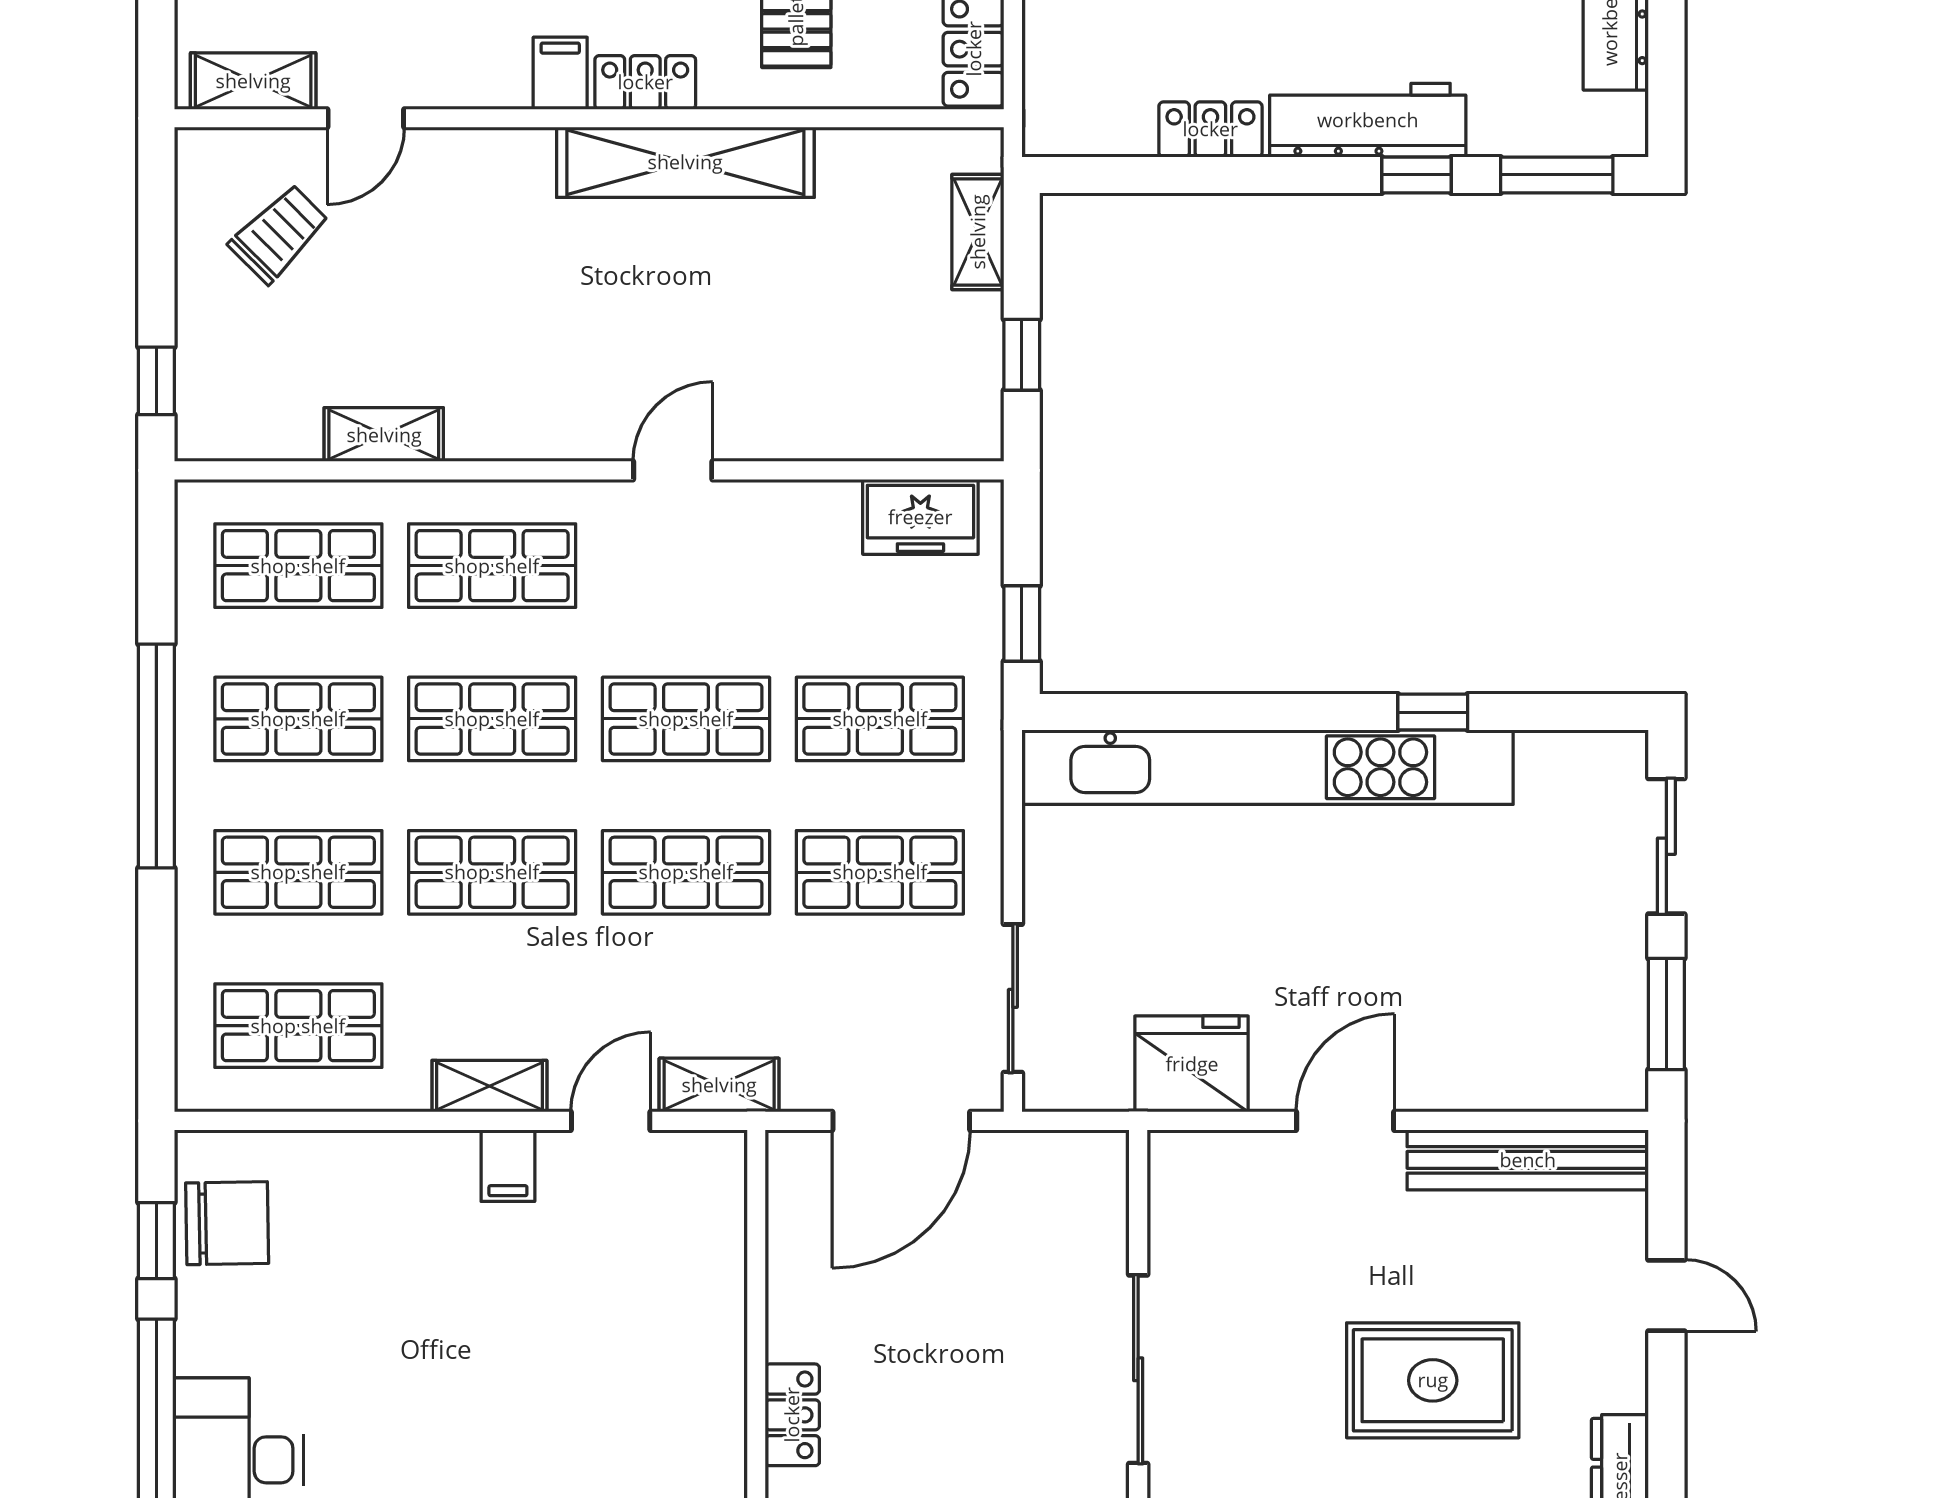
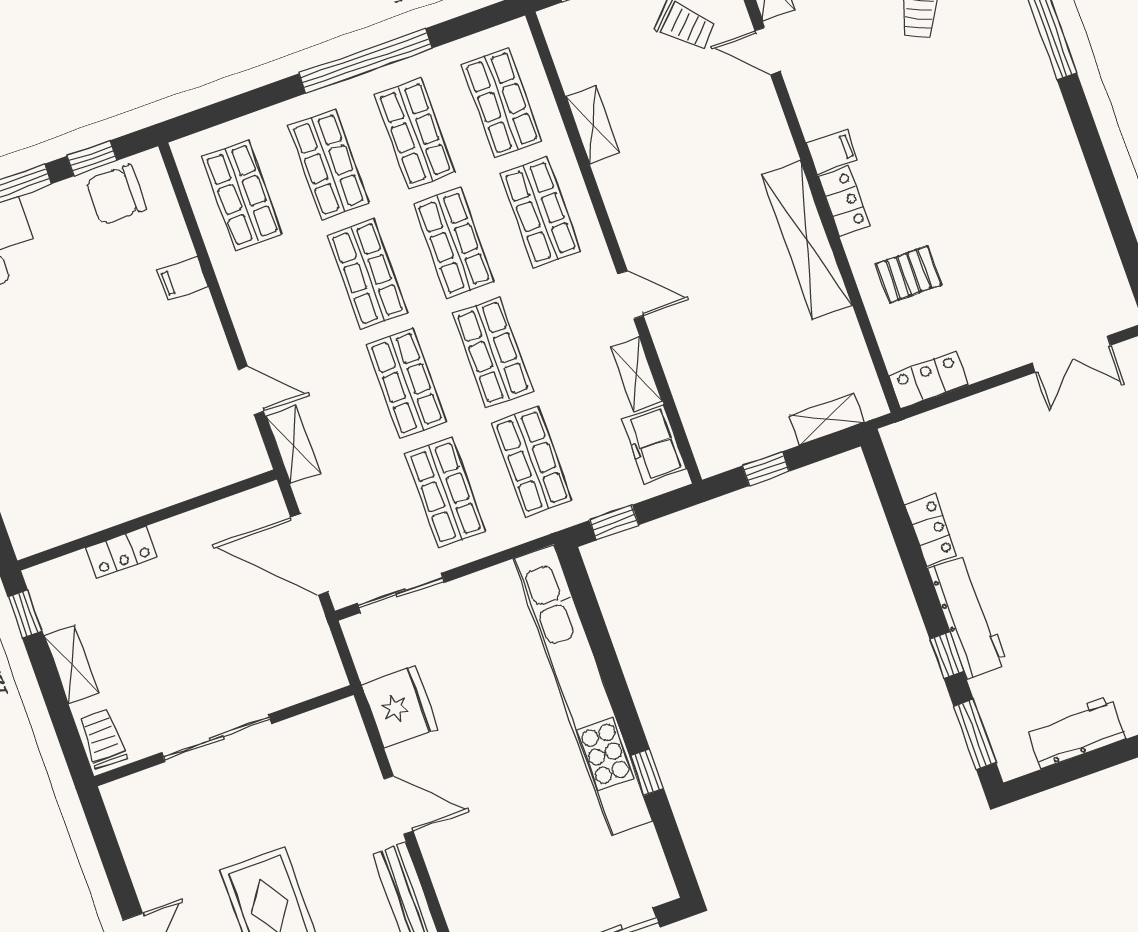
shelving: (489, 1086) -> (637, 374), moved
filing cabinet: (508, 1166) -> (182, 278), moved
chair: (227, 1223) -> (116, 195), turned 91

